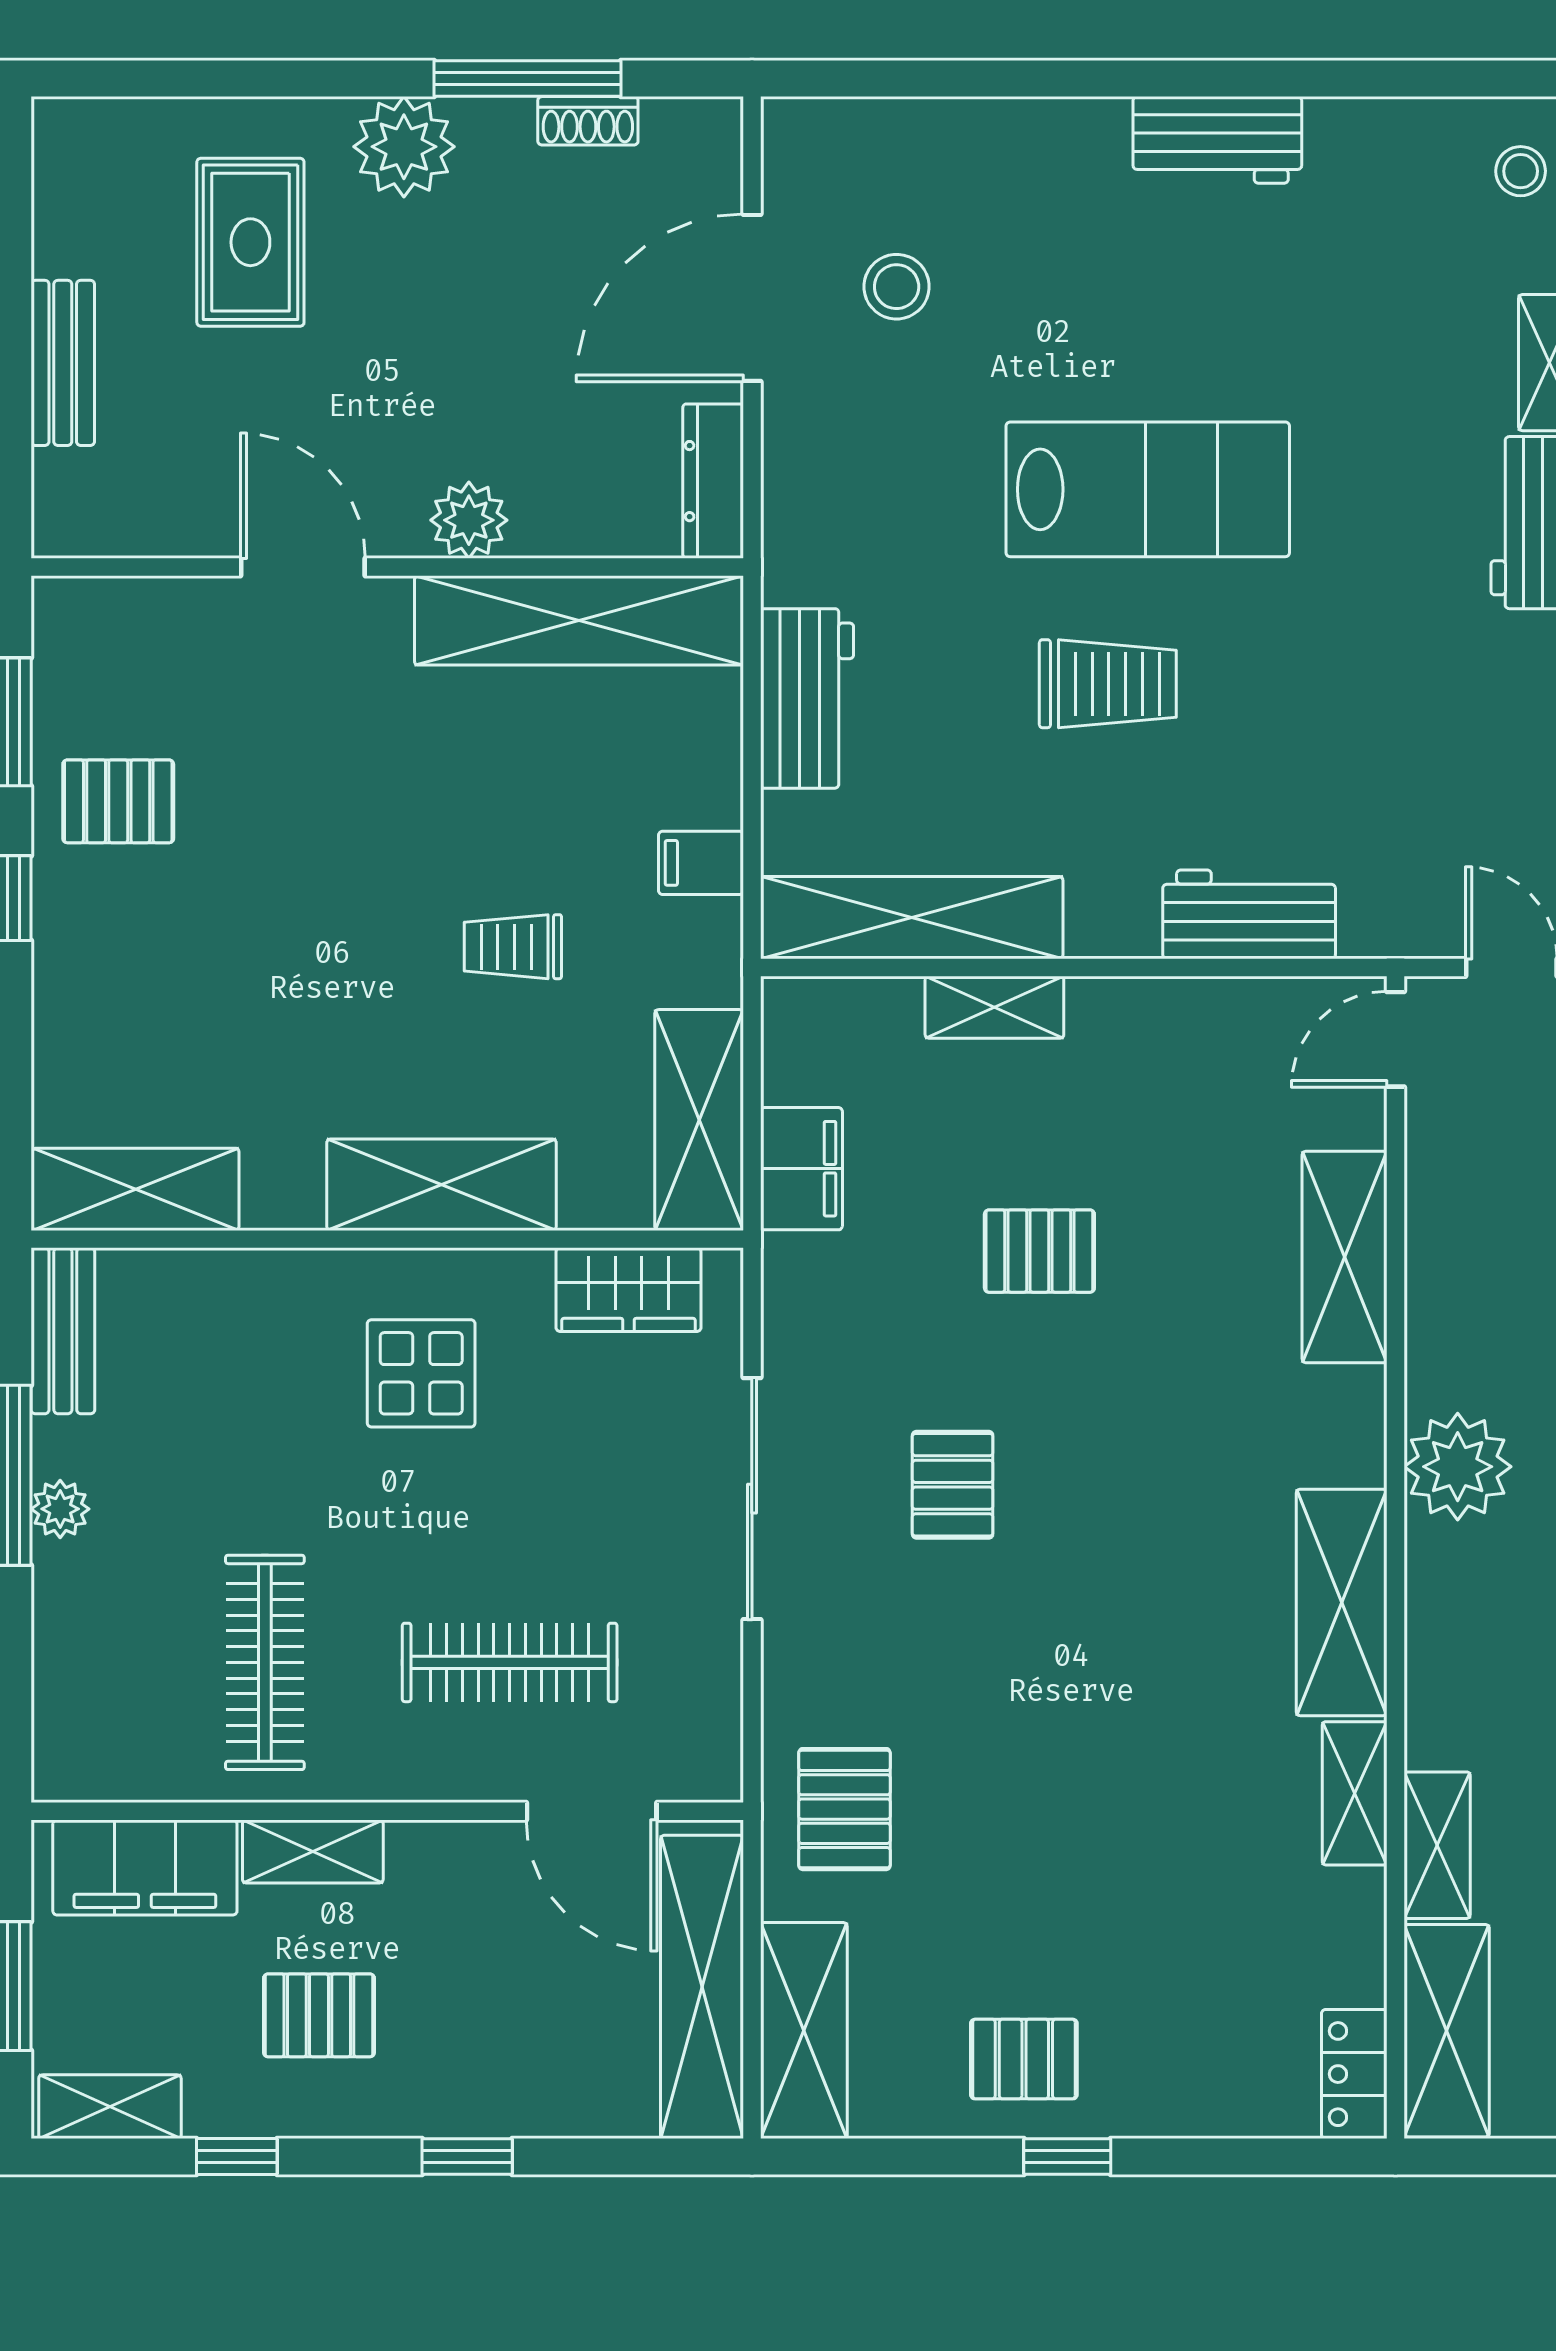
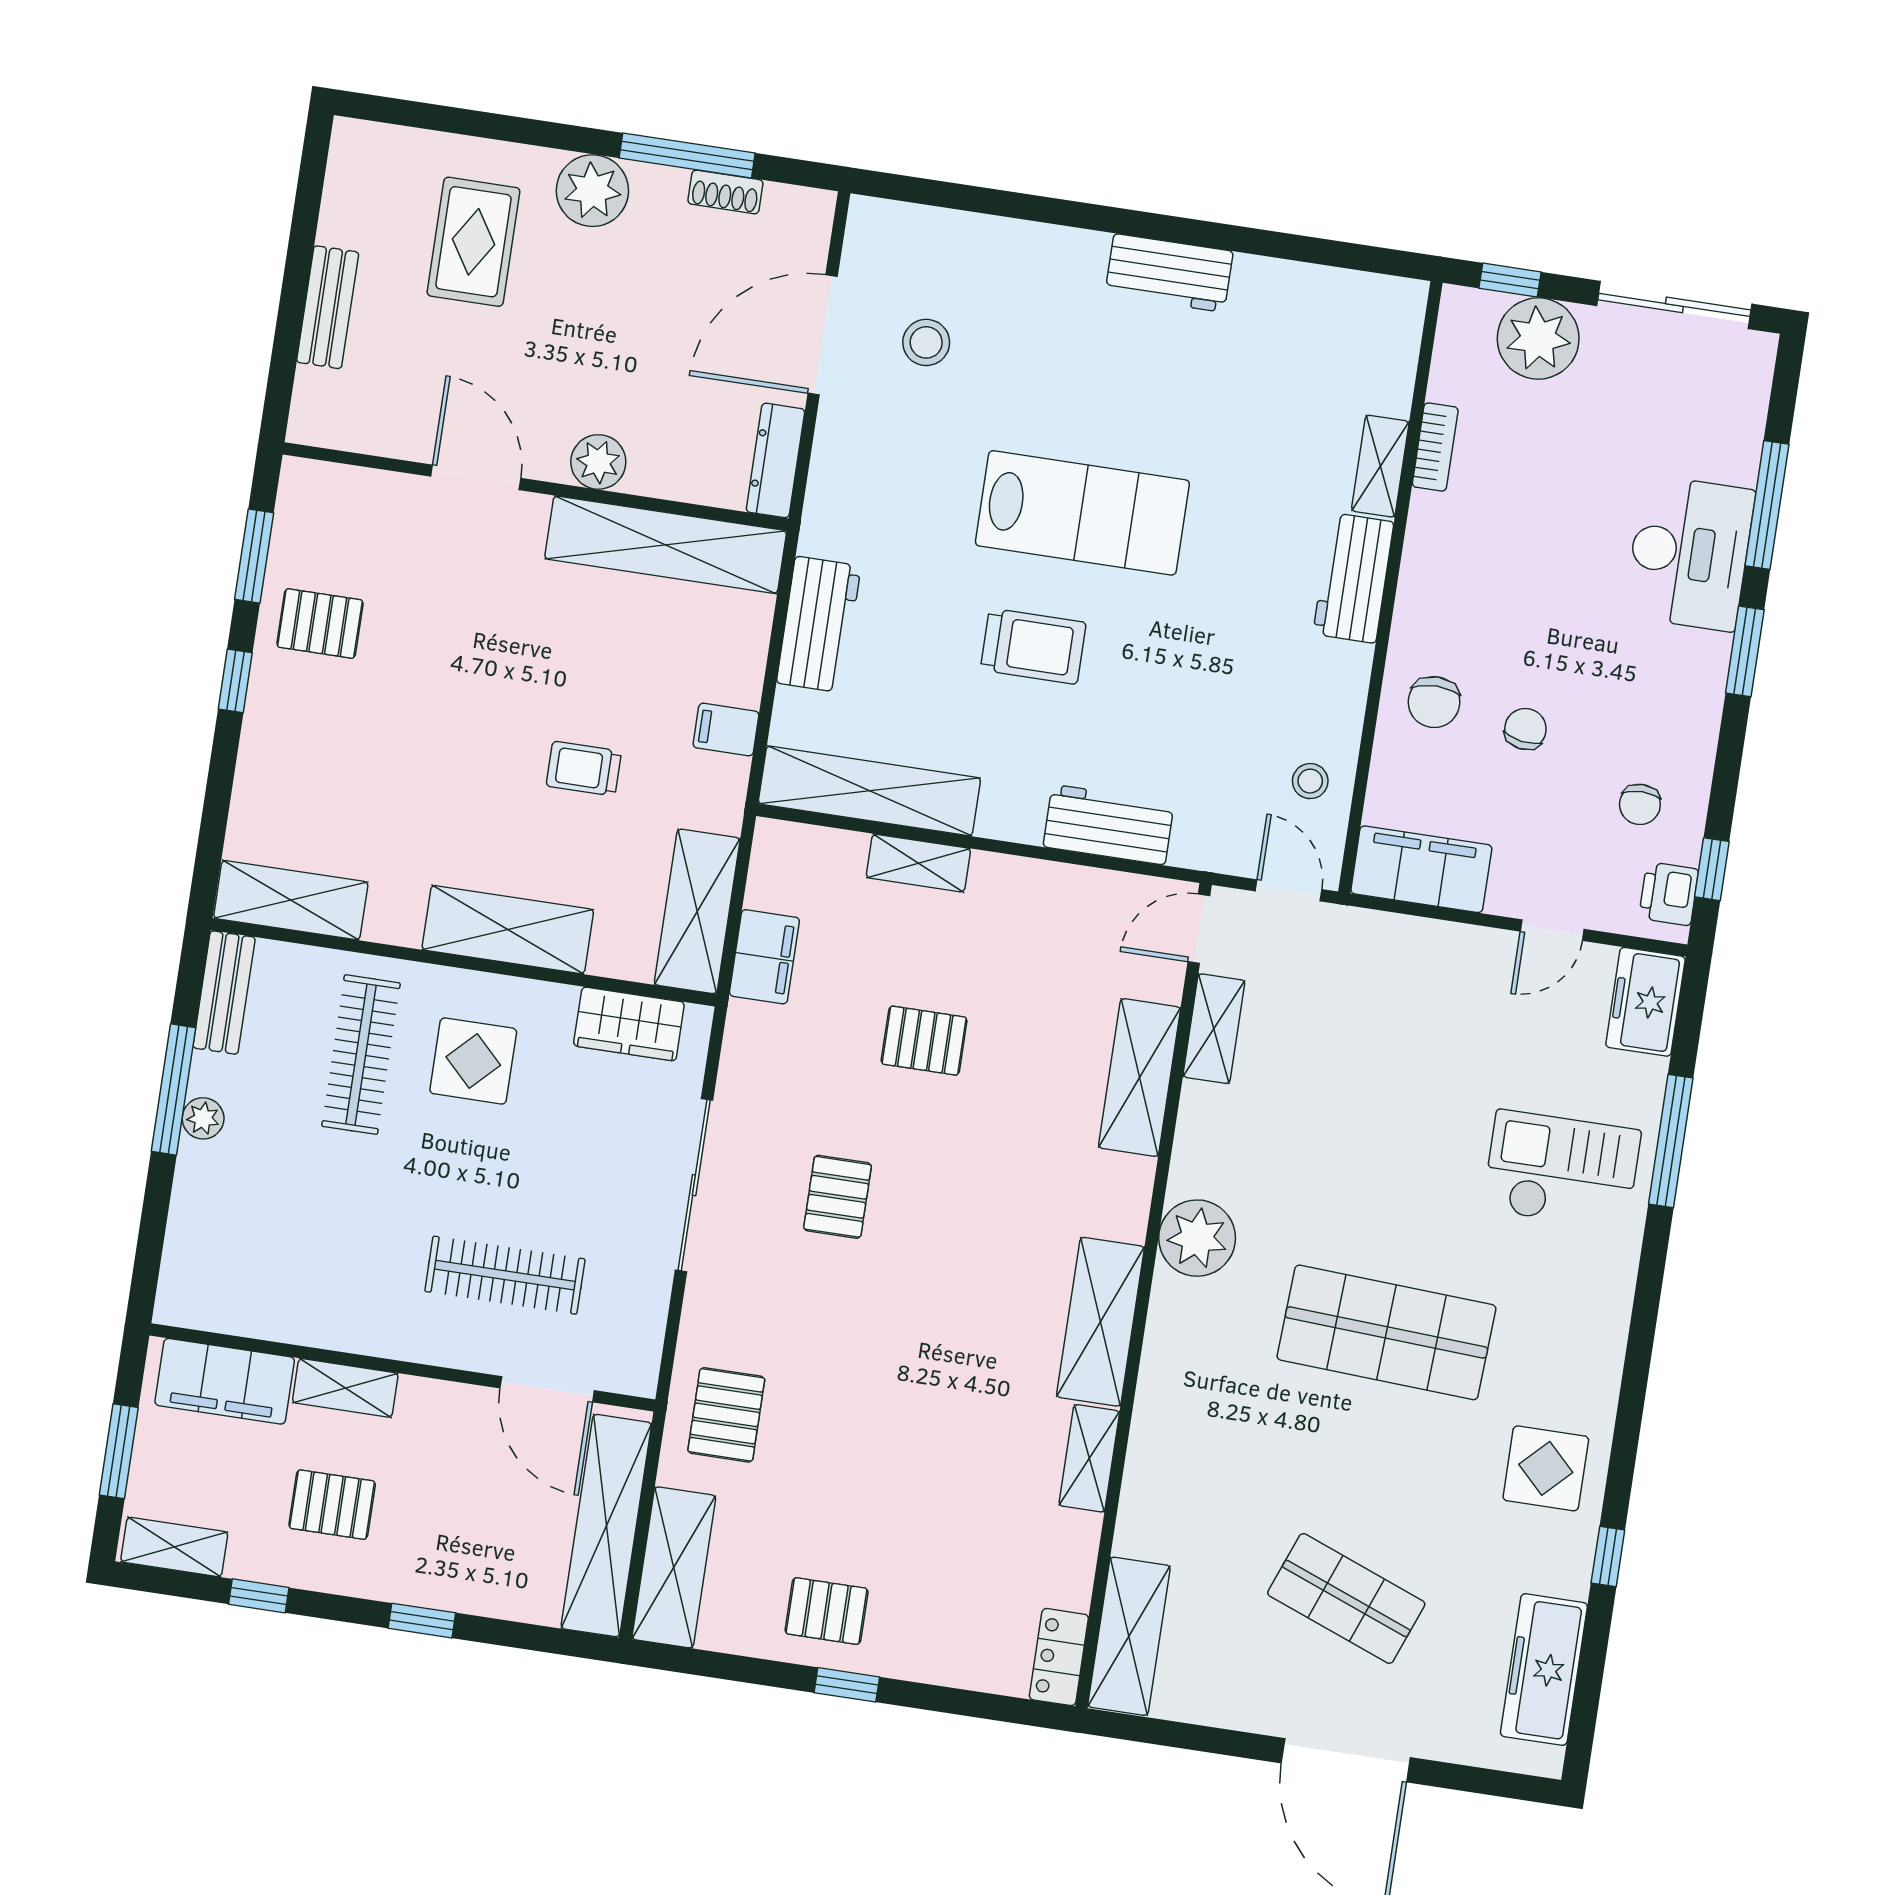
stool: (1521, 171) -> (1310, 781), moved
clothes rail: (265, 1662) -> (361, 1055), moved
shelving: (1437, 1845) -> (1214, 1029), moved

